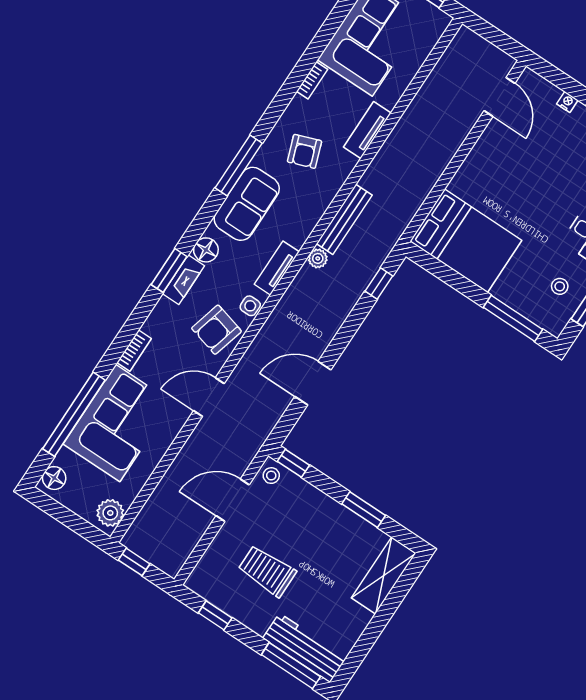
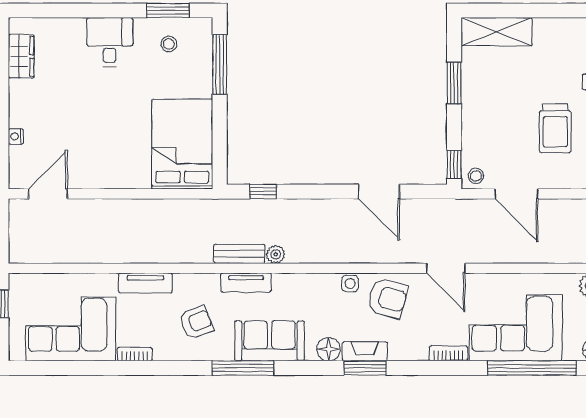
bench: (344, 219) -> (239, 254), width x0.73
tv unit: (277, 268) -> (246, 282), moved

